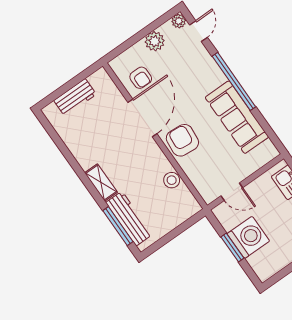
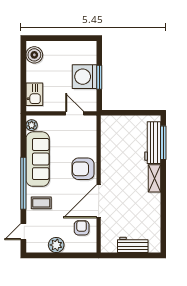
plant: (179, 21) -> (32, 125), moved
coffee table: (201, 74) -> (41, 203), added
armchair: (182, 140) -> (83, 169), turned 85
stool: (172, 180) -> (108, 148), removed

